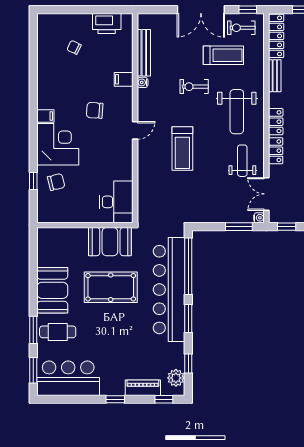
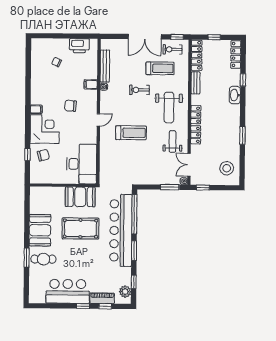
treadmill: (182, 149) -> (131, 133), turned -90
desk: (116, 202) -> (82, 164), width x1.36, depth x1.30
window: (33, 370) -> (26, 286), removed
bar counter: (68, 378) -> (68, 291), moved
window: (164, 399) -> (105, 306), moved

